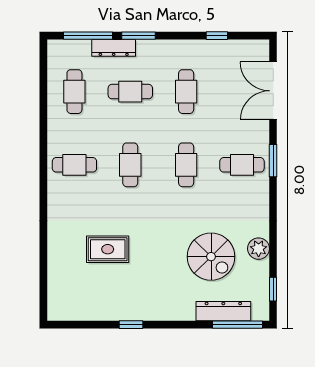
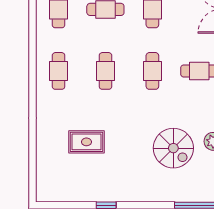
cafe table: (74, 165) -> (59, 71), turned 90
dresser: (223, 311) -> (184, 194), removed

